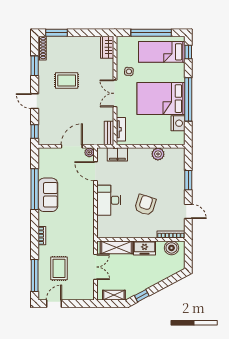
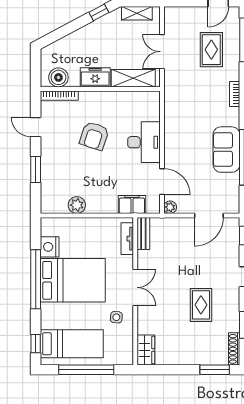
rug: (67, 80) -> (201, 305), turned 90
door: (72, 146) -> (209, 215), moved

